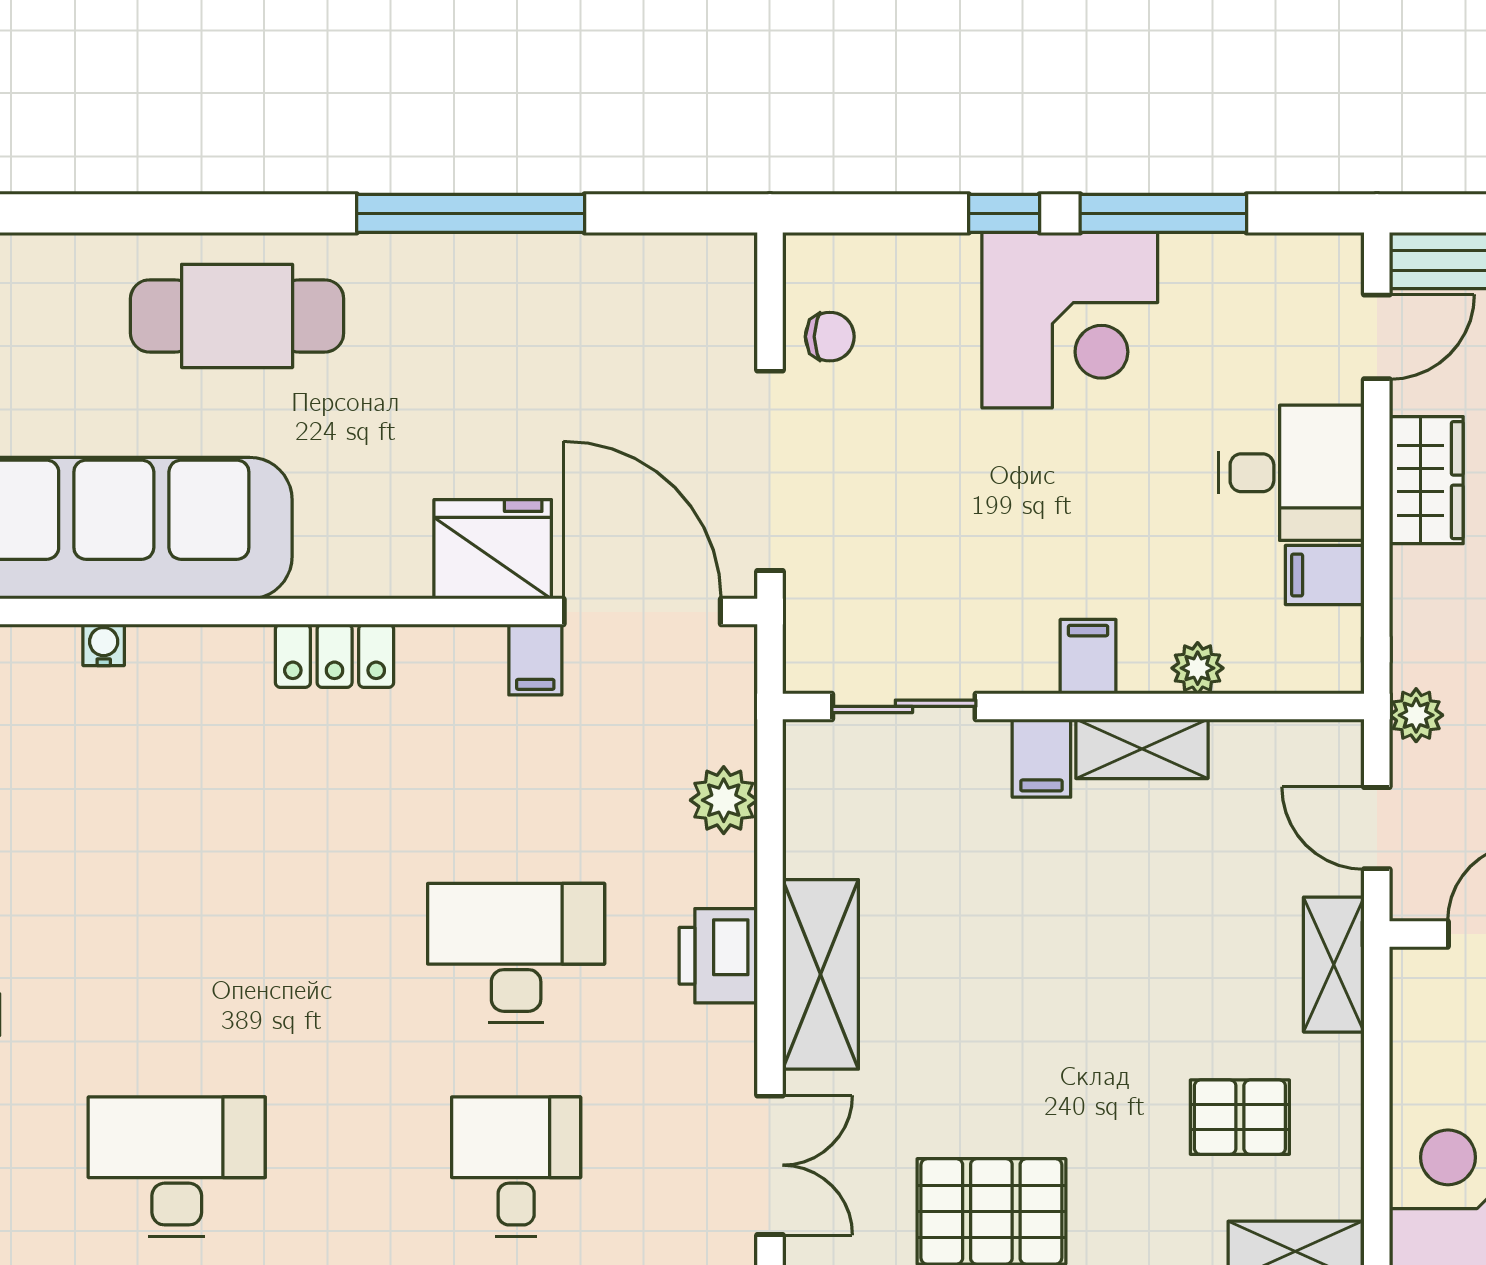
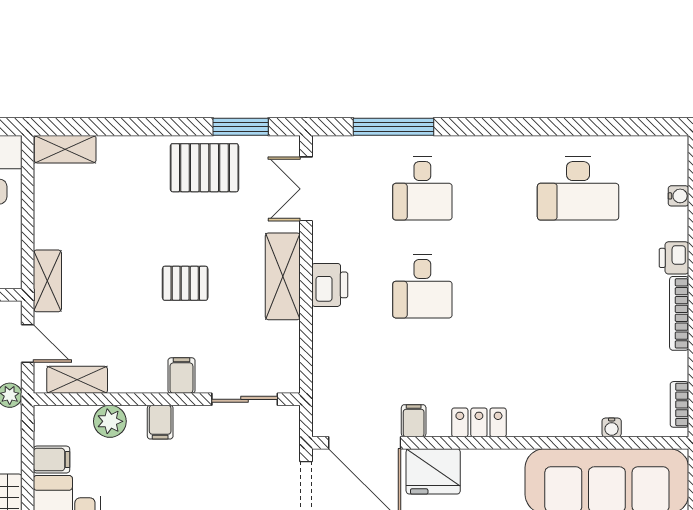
locker: (335, 656) -> (479, 422), moved
plant: (1198, 668) -> (110, 421), width x1.38, depth x1.38
shelving: (1142, 749) -> (77, 380), moved
plant: (724, 800) -> (327, 356), removed
desk: (516, 953) -> (422, 286), width x0.73
pallet: (1240, 1117) -> (185, 283), moved

